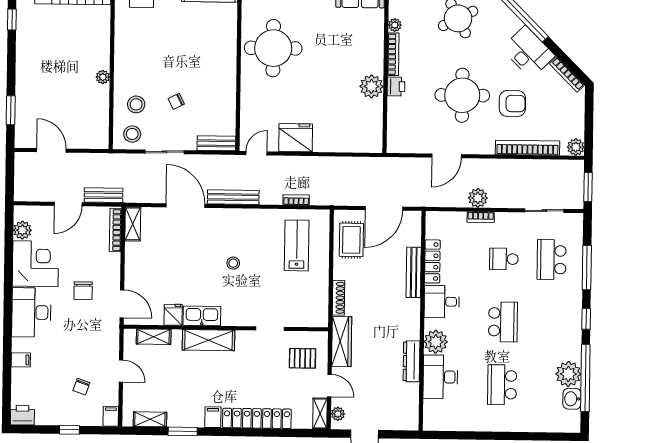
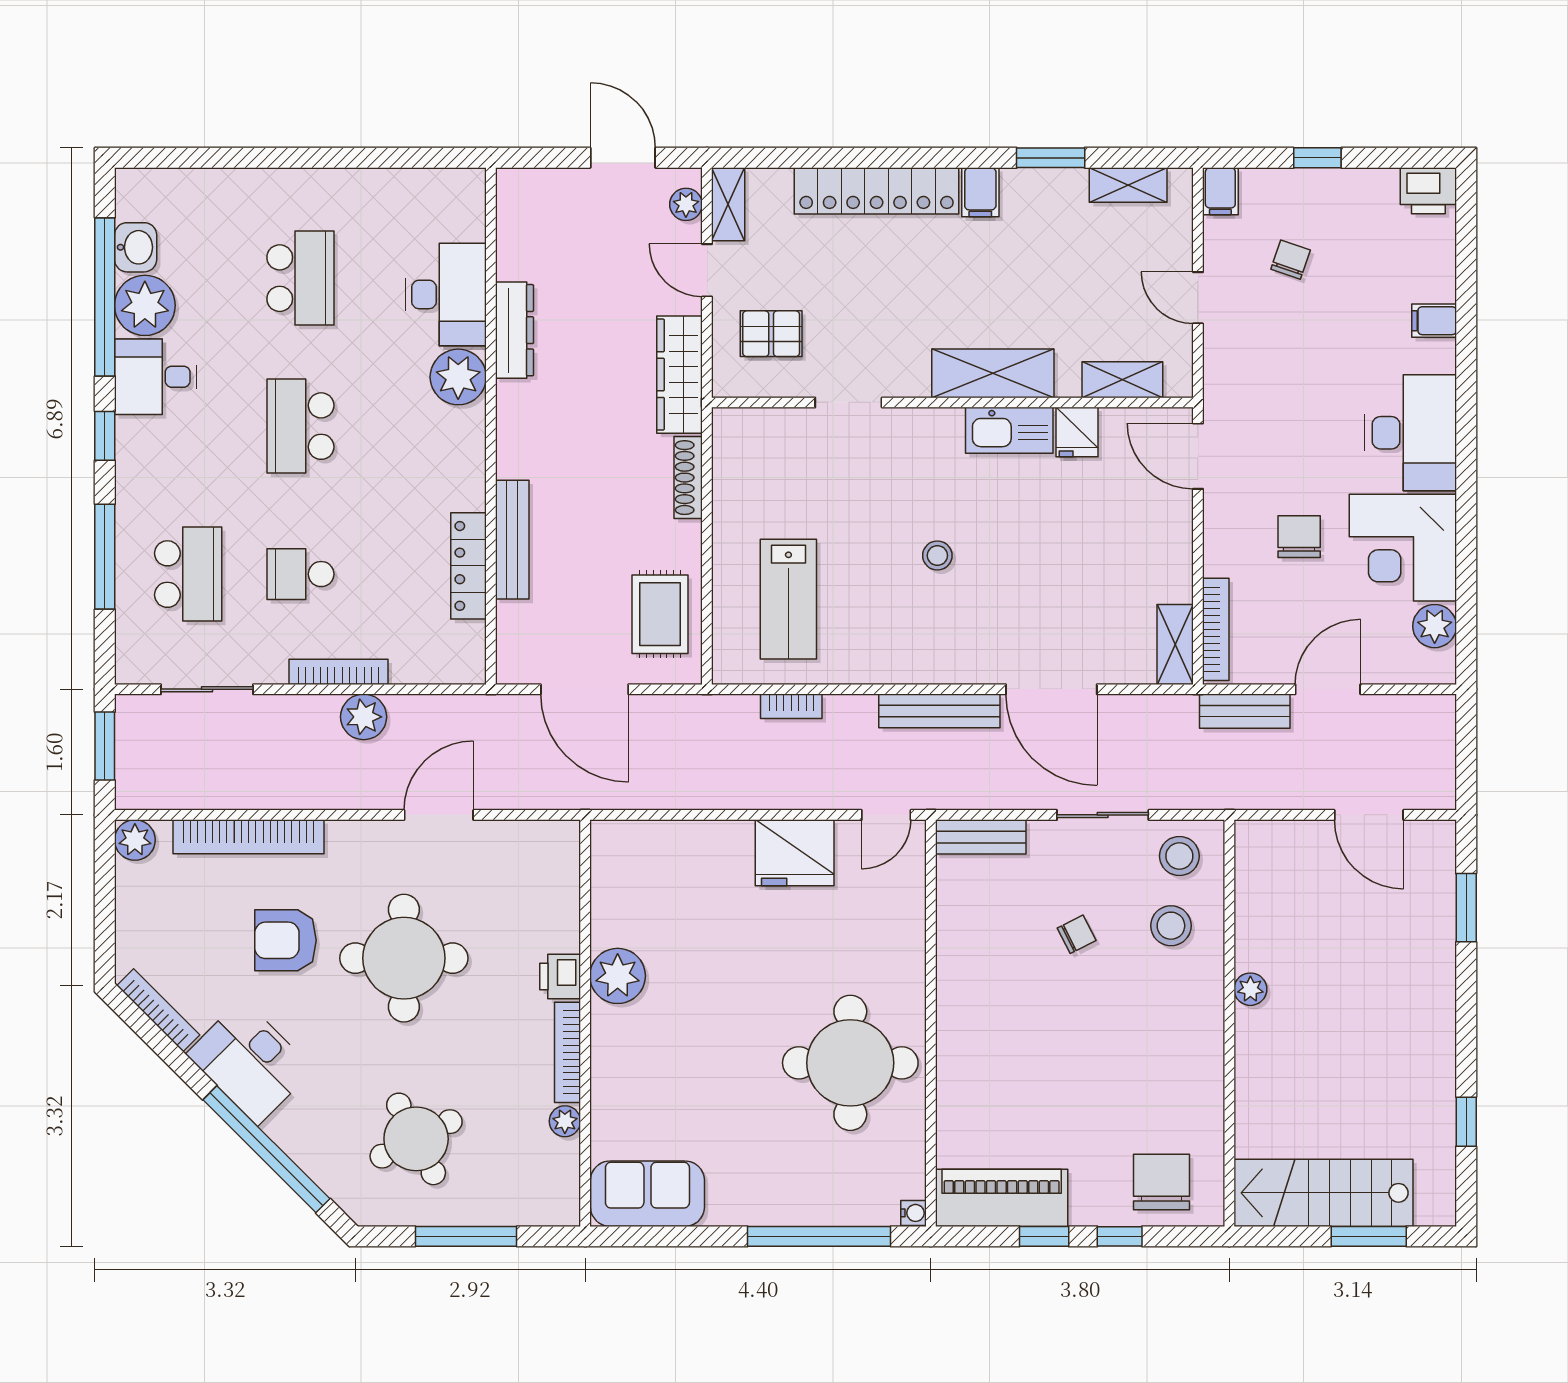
door: (384, 208) -> (585, 689), swing flipped
bookcase: (481, 217) -> (339, 672), width x1.56
school desk: (504, 259) -> (300, 574), turned 180
chair: (83, 291) -> (1299, 537), moved
desk: (442, 302) -> (156, 377), moved, turned 180

